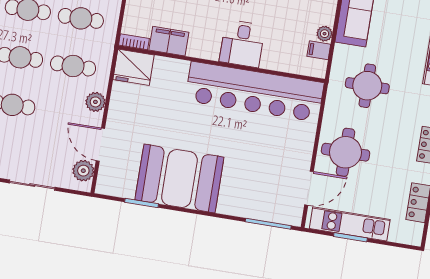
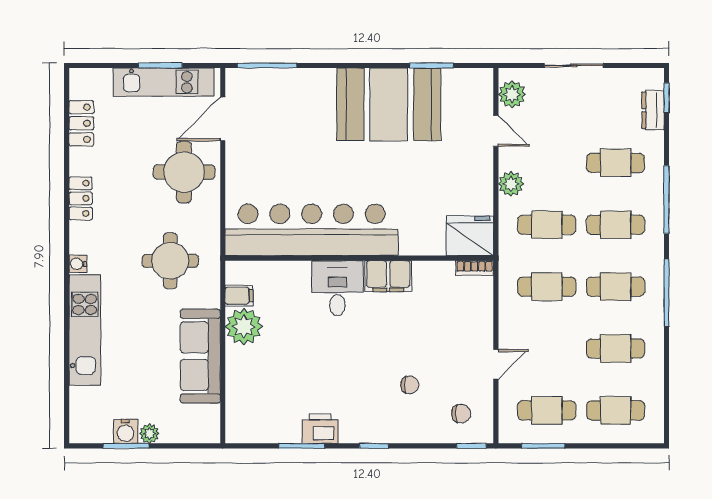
plant: (325, 34) -> (244, 326), width x1.88, depth x1.88
filing cabinet: (169, 41) -> (388, 276), moved
door: (100, 145) -> (496, 131), width x0.73

